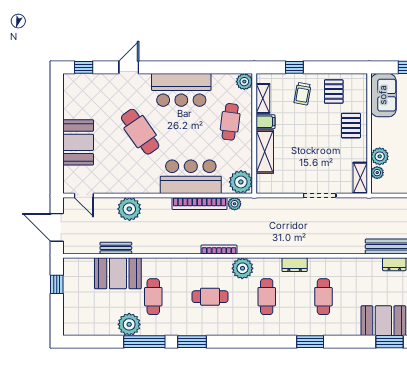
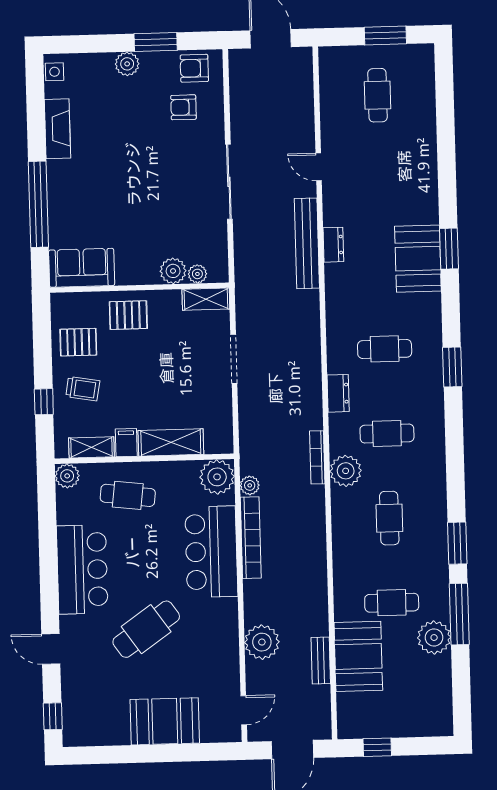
bookcase: (219, 249) -> (317, 457), moved

